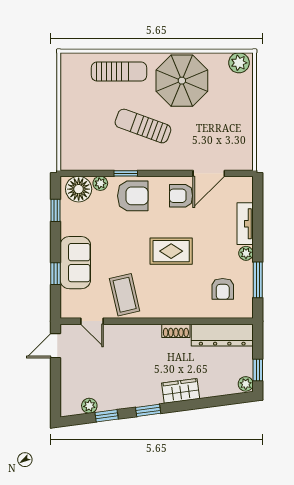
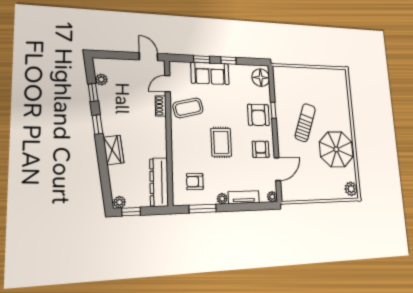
sun lounger: (119, 72) -> (338, 107), removed
door: (209, 173) -> (277, 169), swing flipped
plant: (100, 183) -> (272, 197), moved
window: (56, 210) -> (228, 61), moved
shoe rack: (176, 331) -> (161, 106), moved

